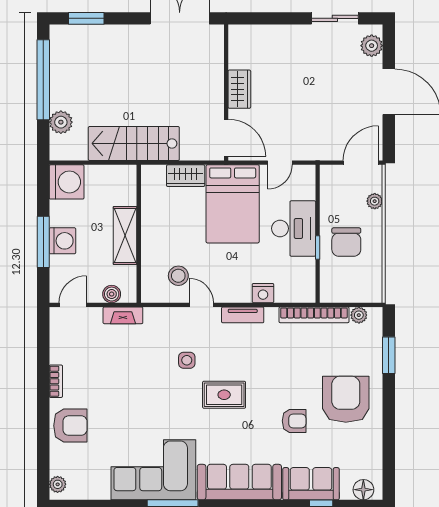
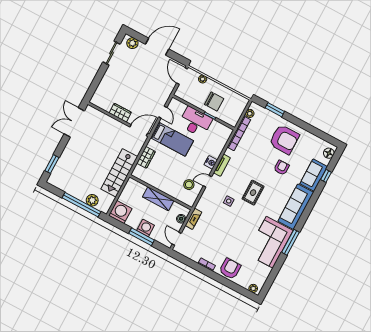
window: (43, 80) -> (81, 205), moved
bed: (233, 204) -> (172, 139), width x0.67
nightstand: (263, 293) -> (211, 162), moved
armchair: (346, 399) -> (284, 139), turned 180

